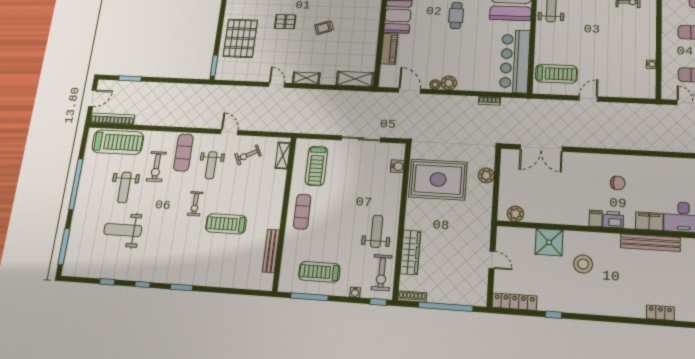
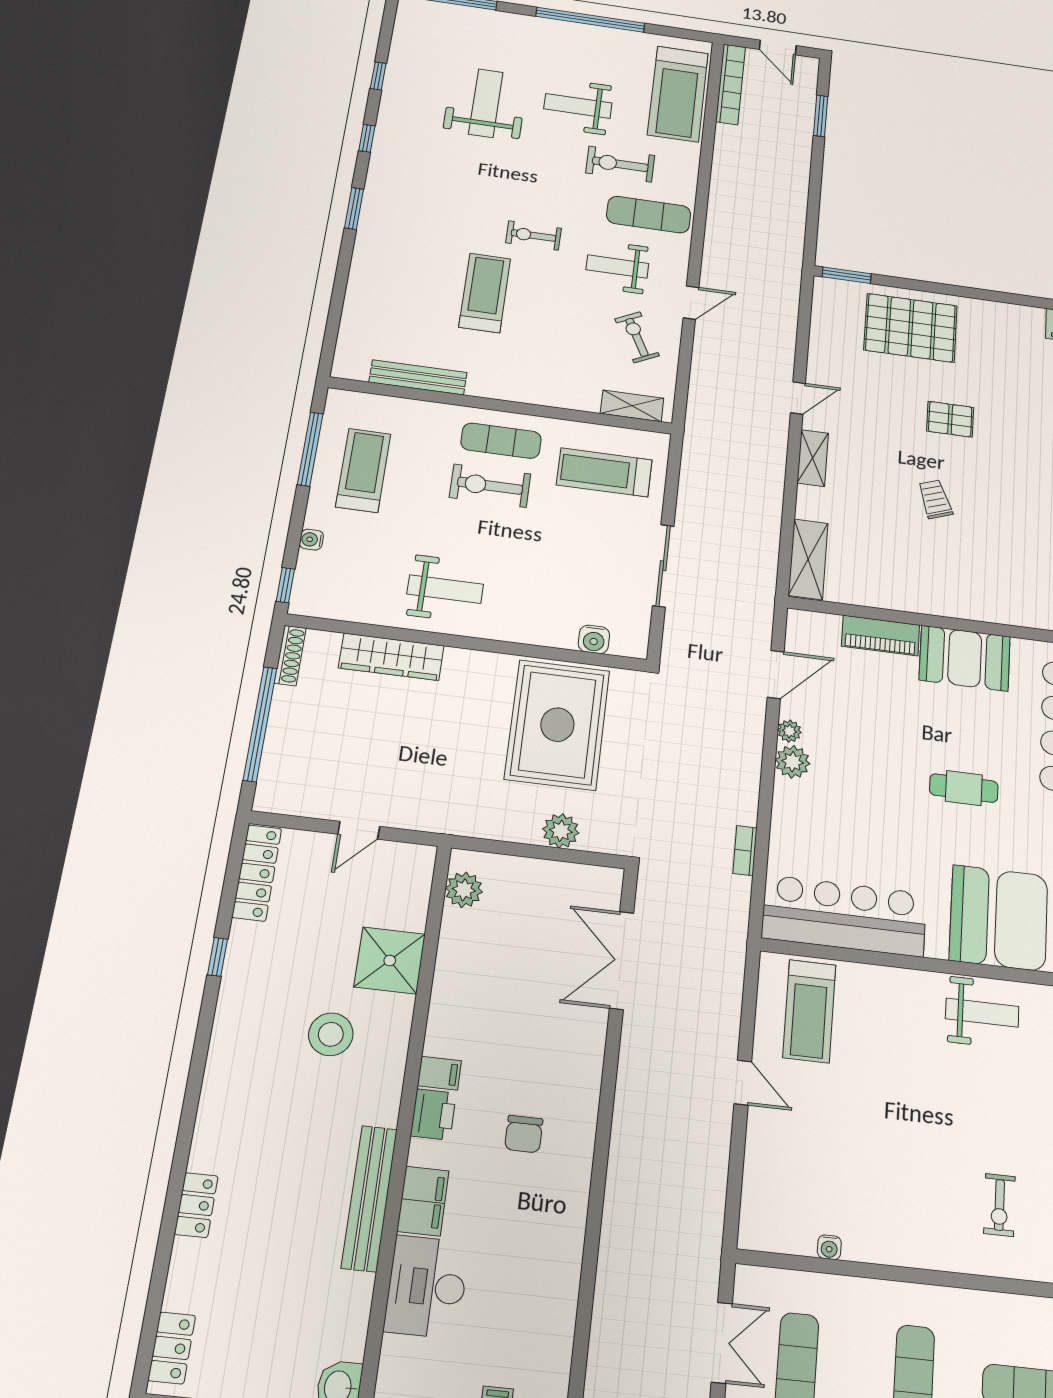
pallet: (285, 22) -> (950, 419), turned 90
exercise bike: (382, 273) -> (490, 486), moved

